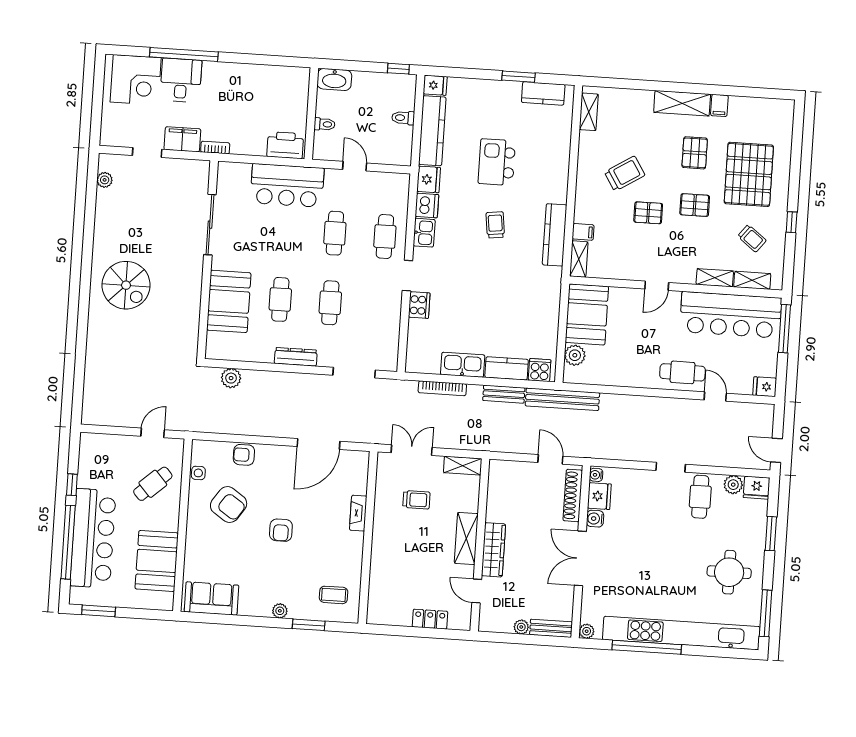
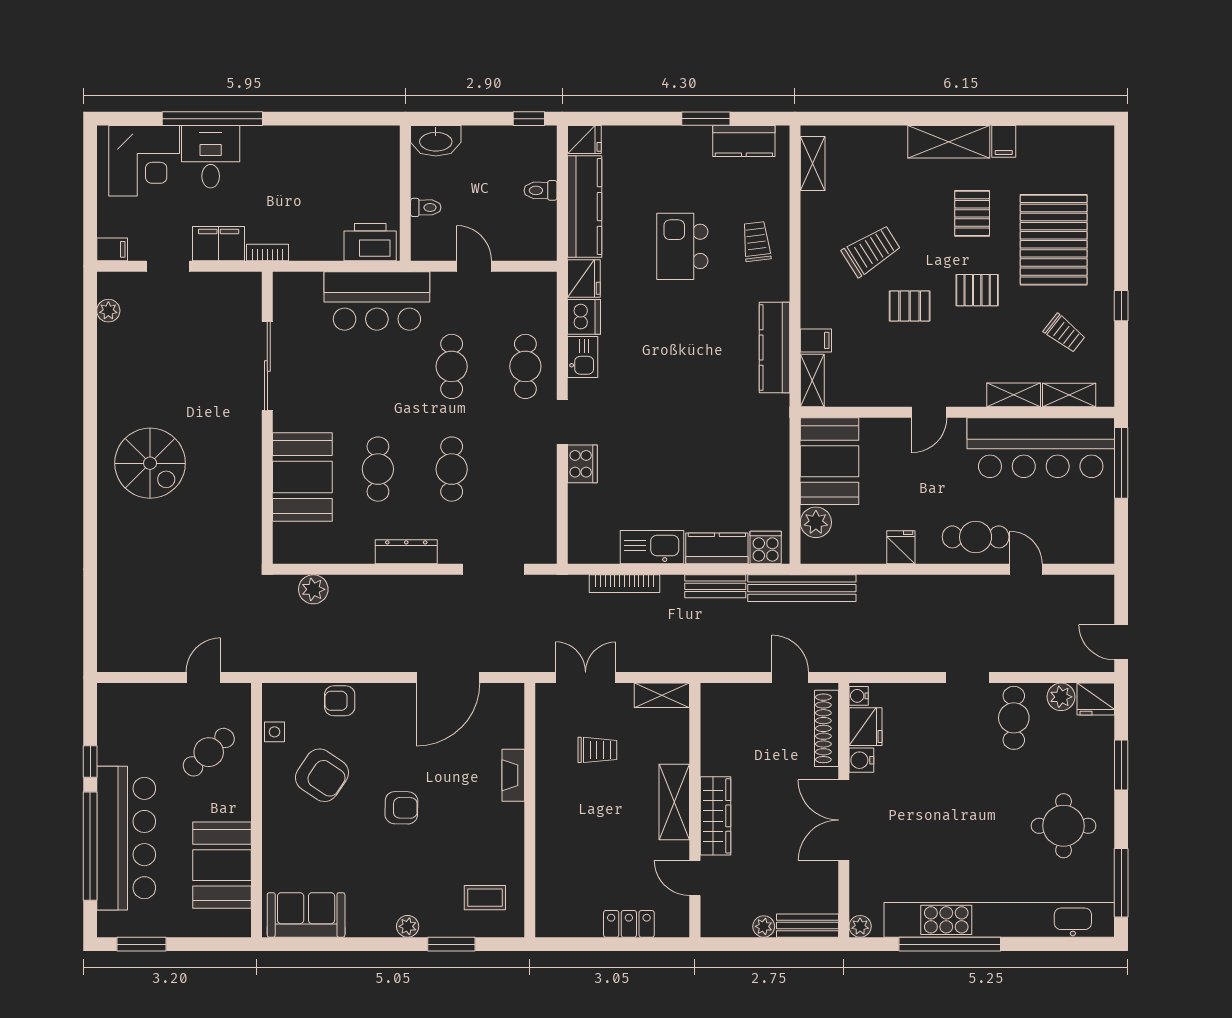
filing cabinet: (110, 138) -> (112, 249), added
trolley: (495, 225) -> (756, 242), moved
fridge: (765, 387) -> (901, 547), moved, turned 90
armchair: (281, 530) -> (401, 808), turned -89

